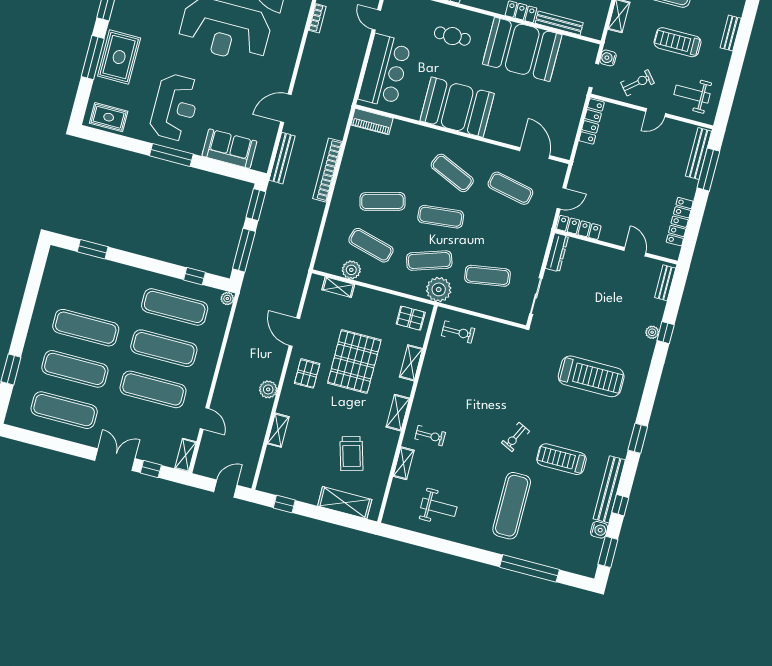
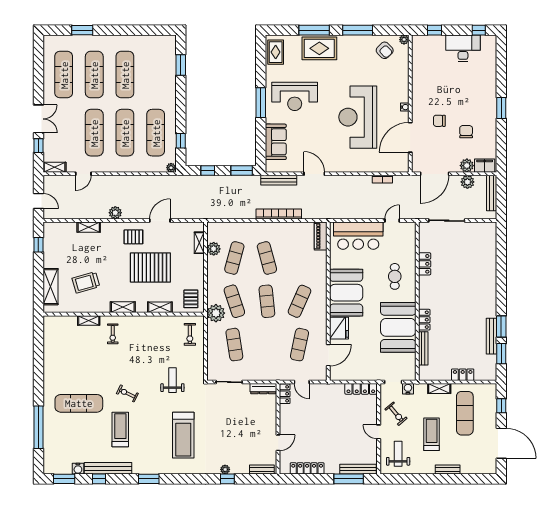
fridge: (502, 129) -> (339, 328), added
locker: (579, 227) -> (285, 394), width x0.66
window: (244, 250) -> (208, 170), width x0.46
weight bench: (439, 507) -> (172, 380), moved, turned 180

